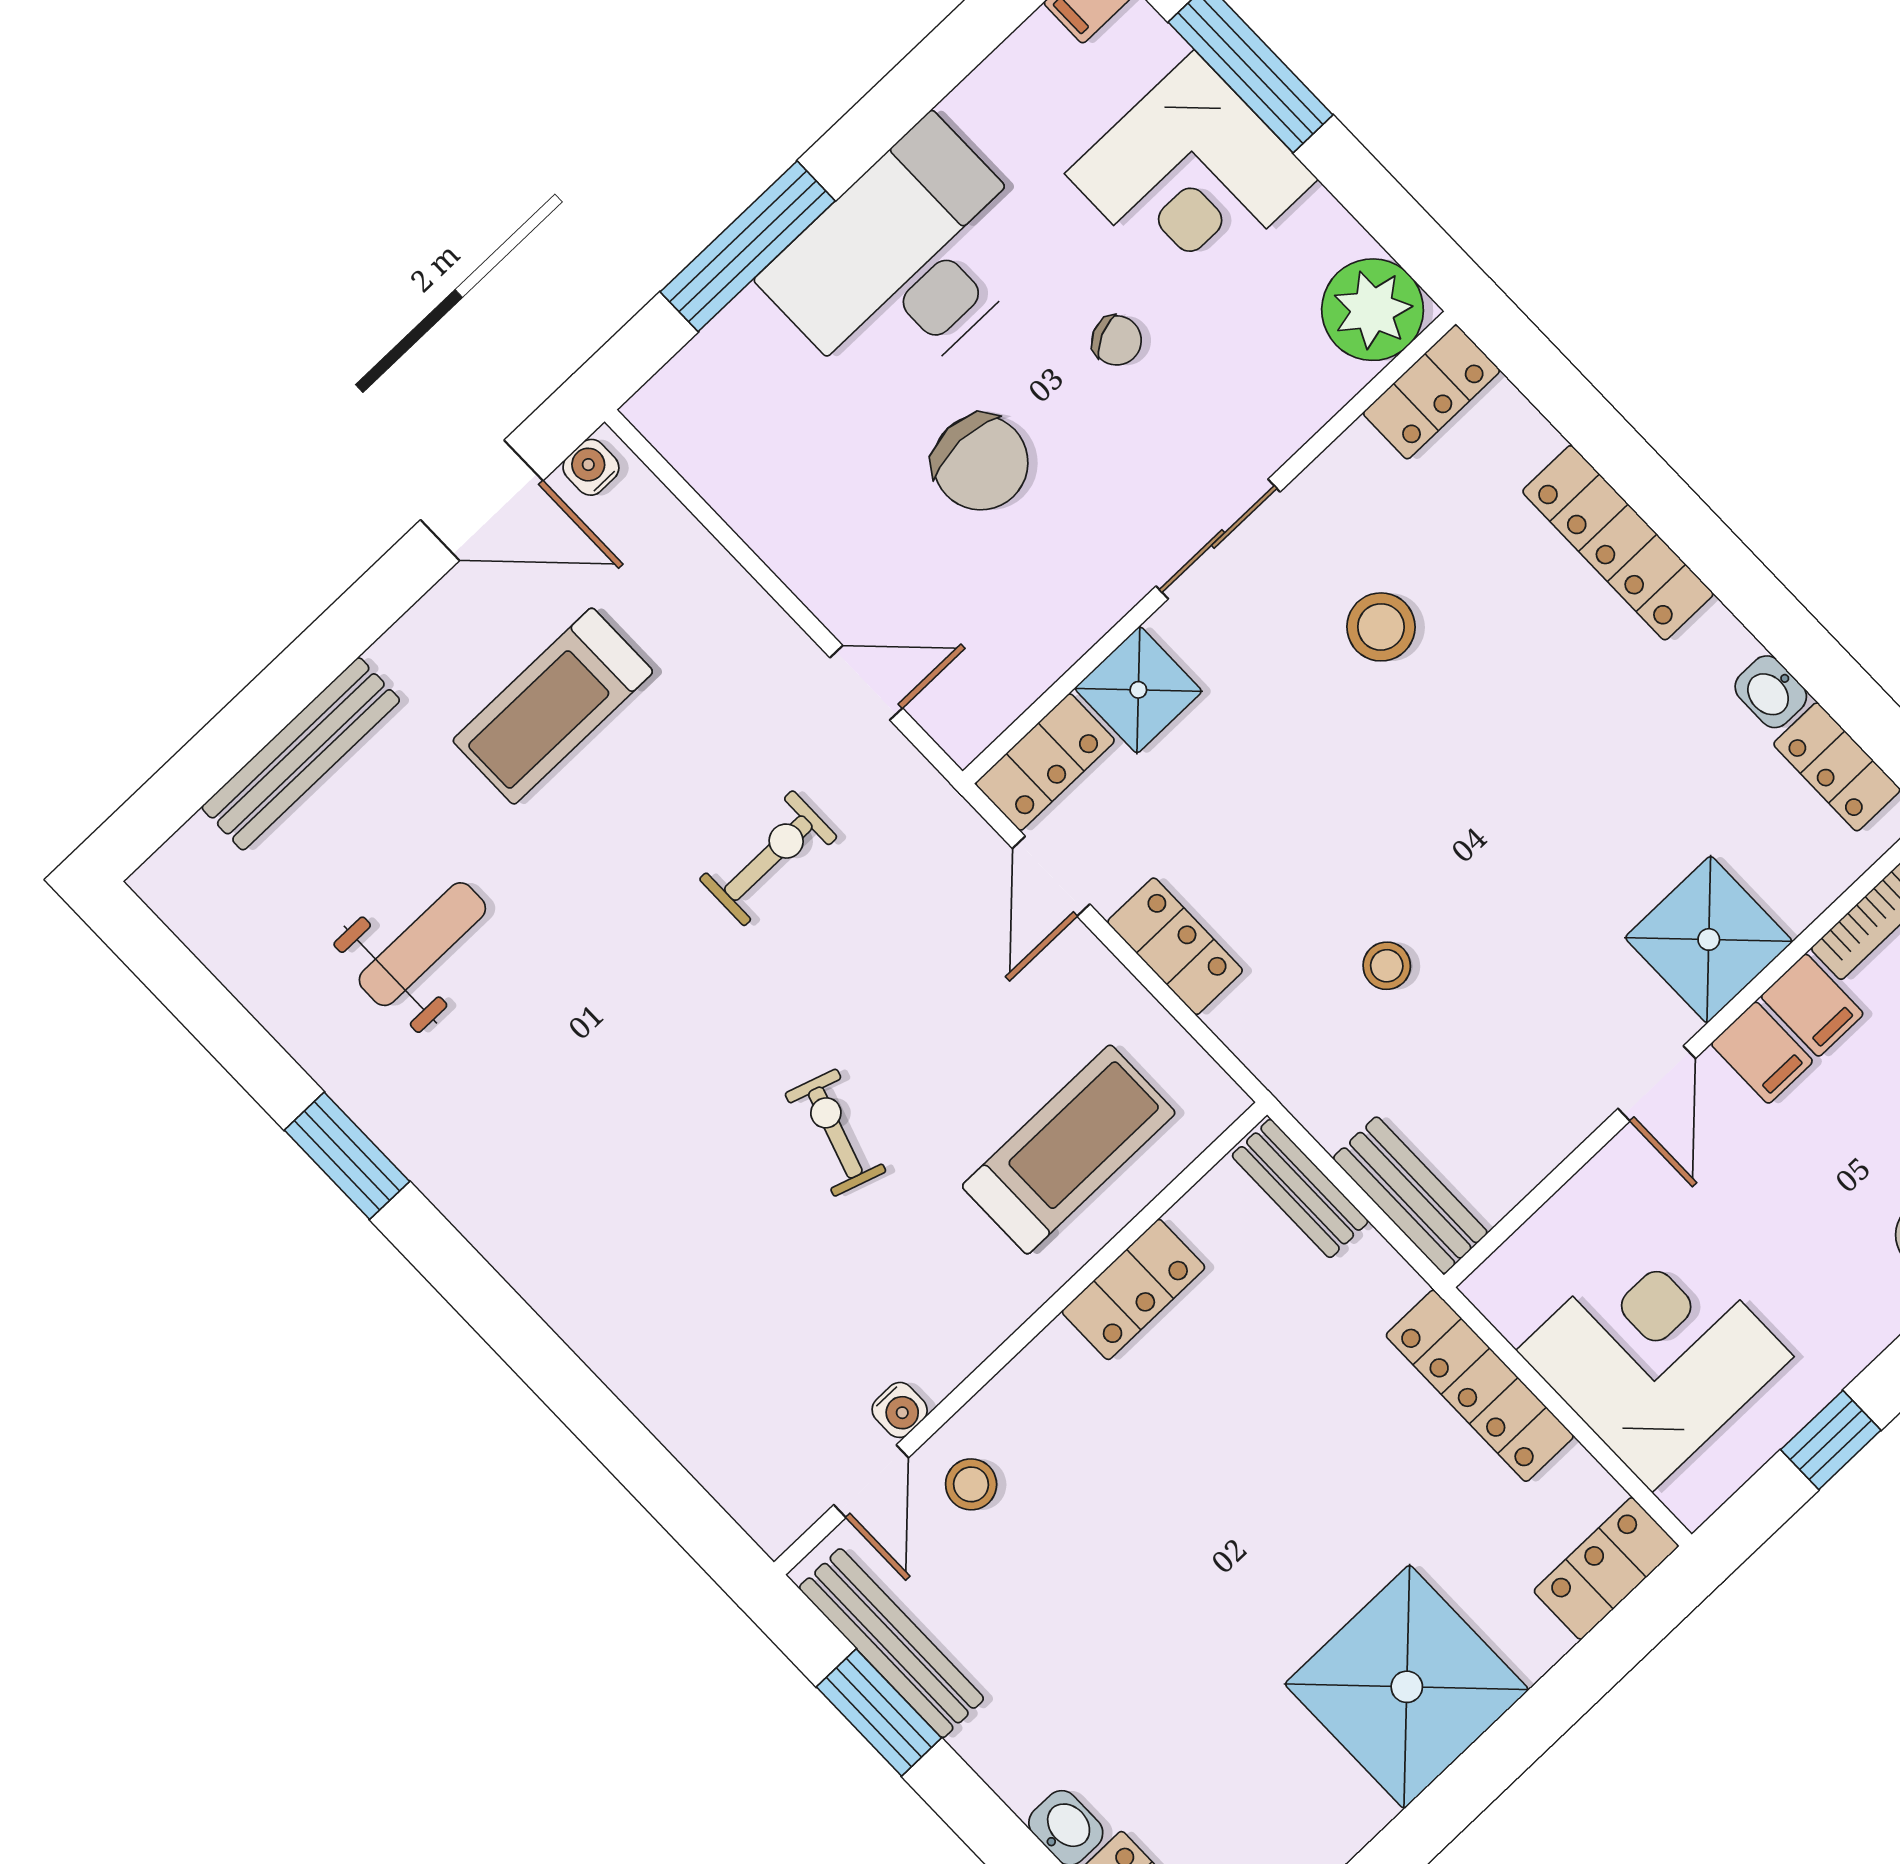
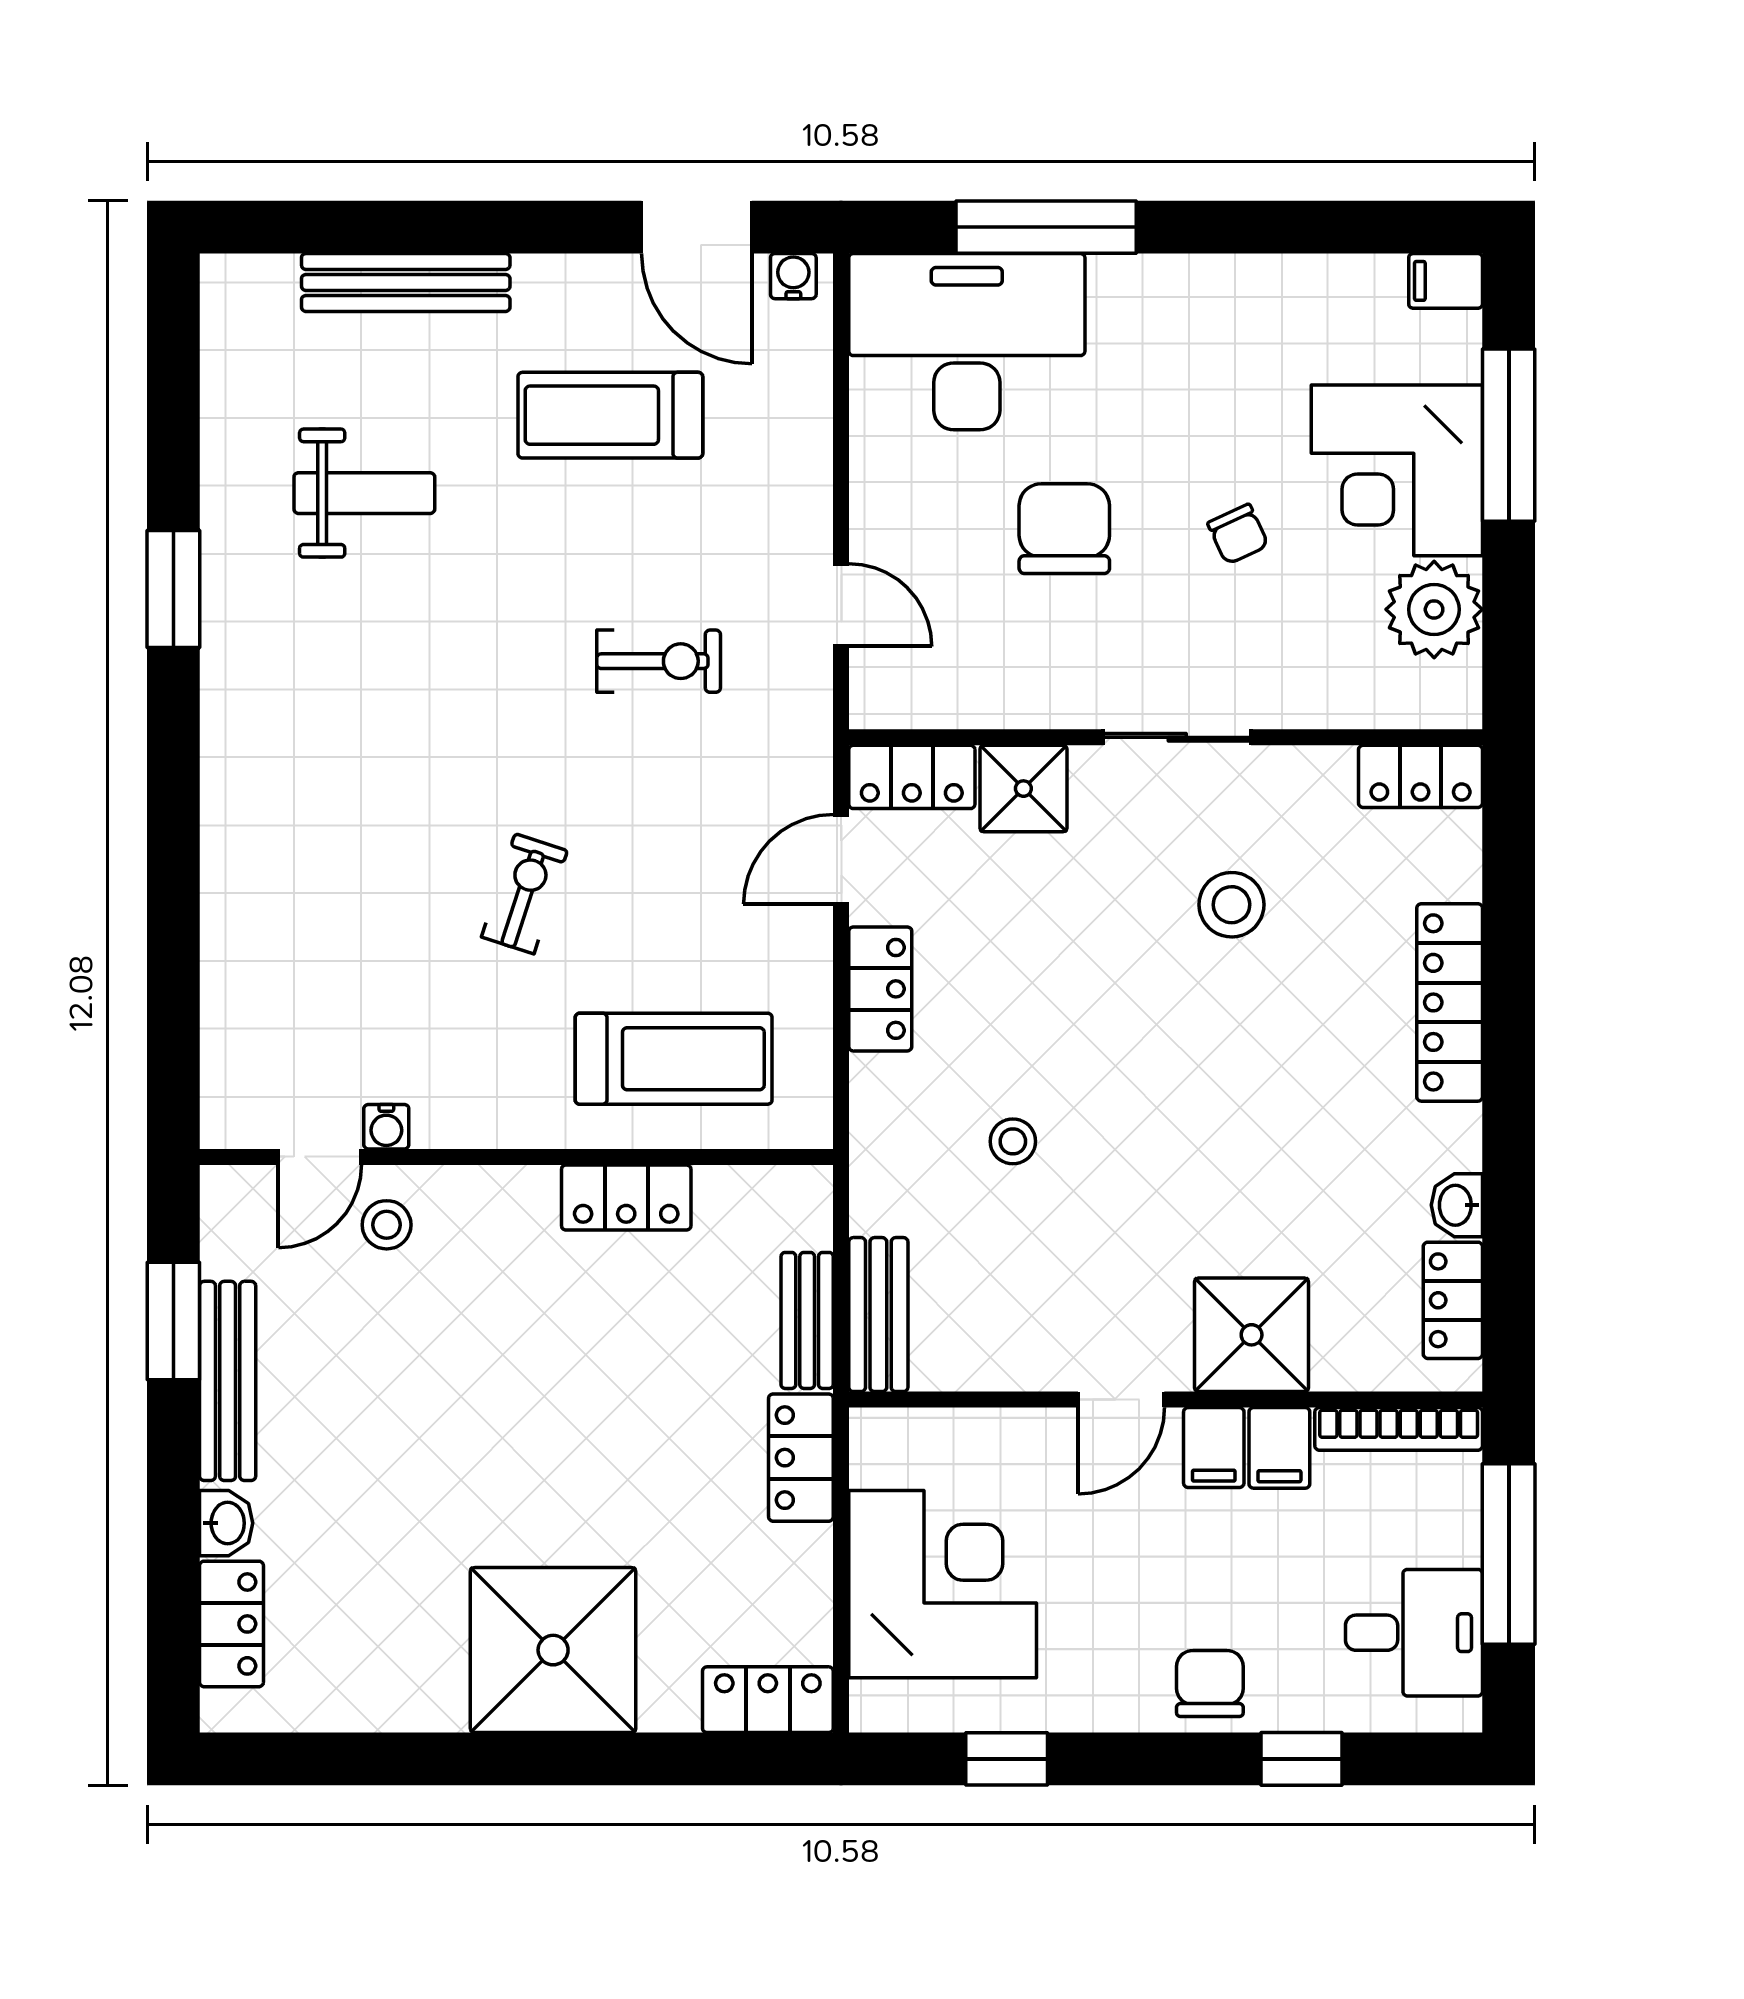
desk: (906, 261) -> (967, 342), moved
plant: (1373, 310) -> (1434, 609), moved
chair: (981, 462) -> (1064, 529), turned 180
bench: (1300, 1188) -> (807, 1320), moved
locker: (1480, 1386) -> (801, 1458), width x0.66
bench: (891, 1643) -> (228, 1381), moved

